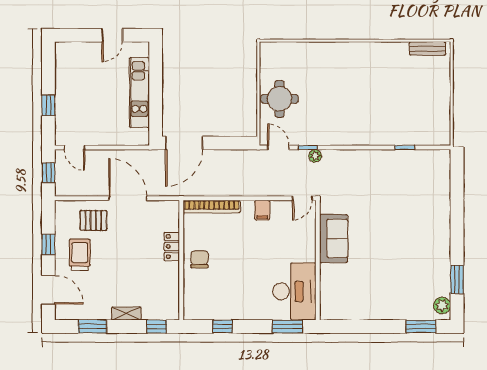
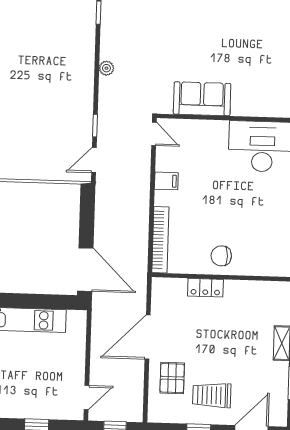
round table: (280, 99) -> (37, 157), removed
plant: (315, 156) -> (106, 68), moved

